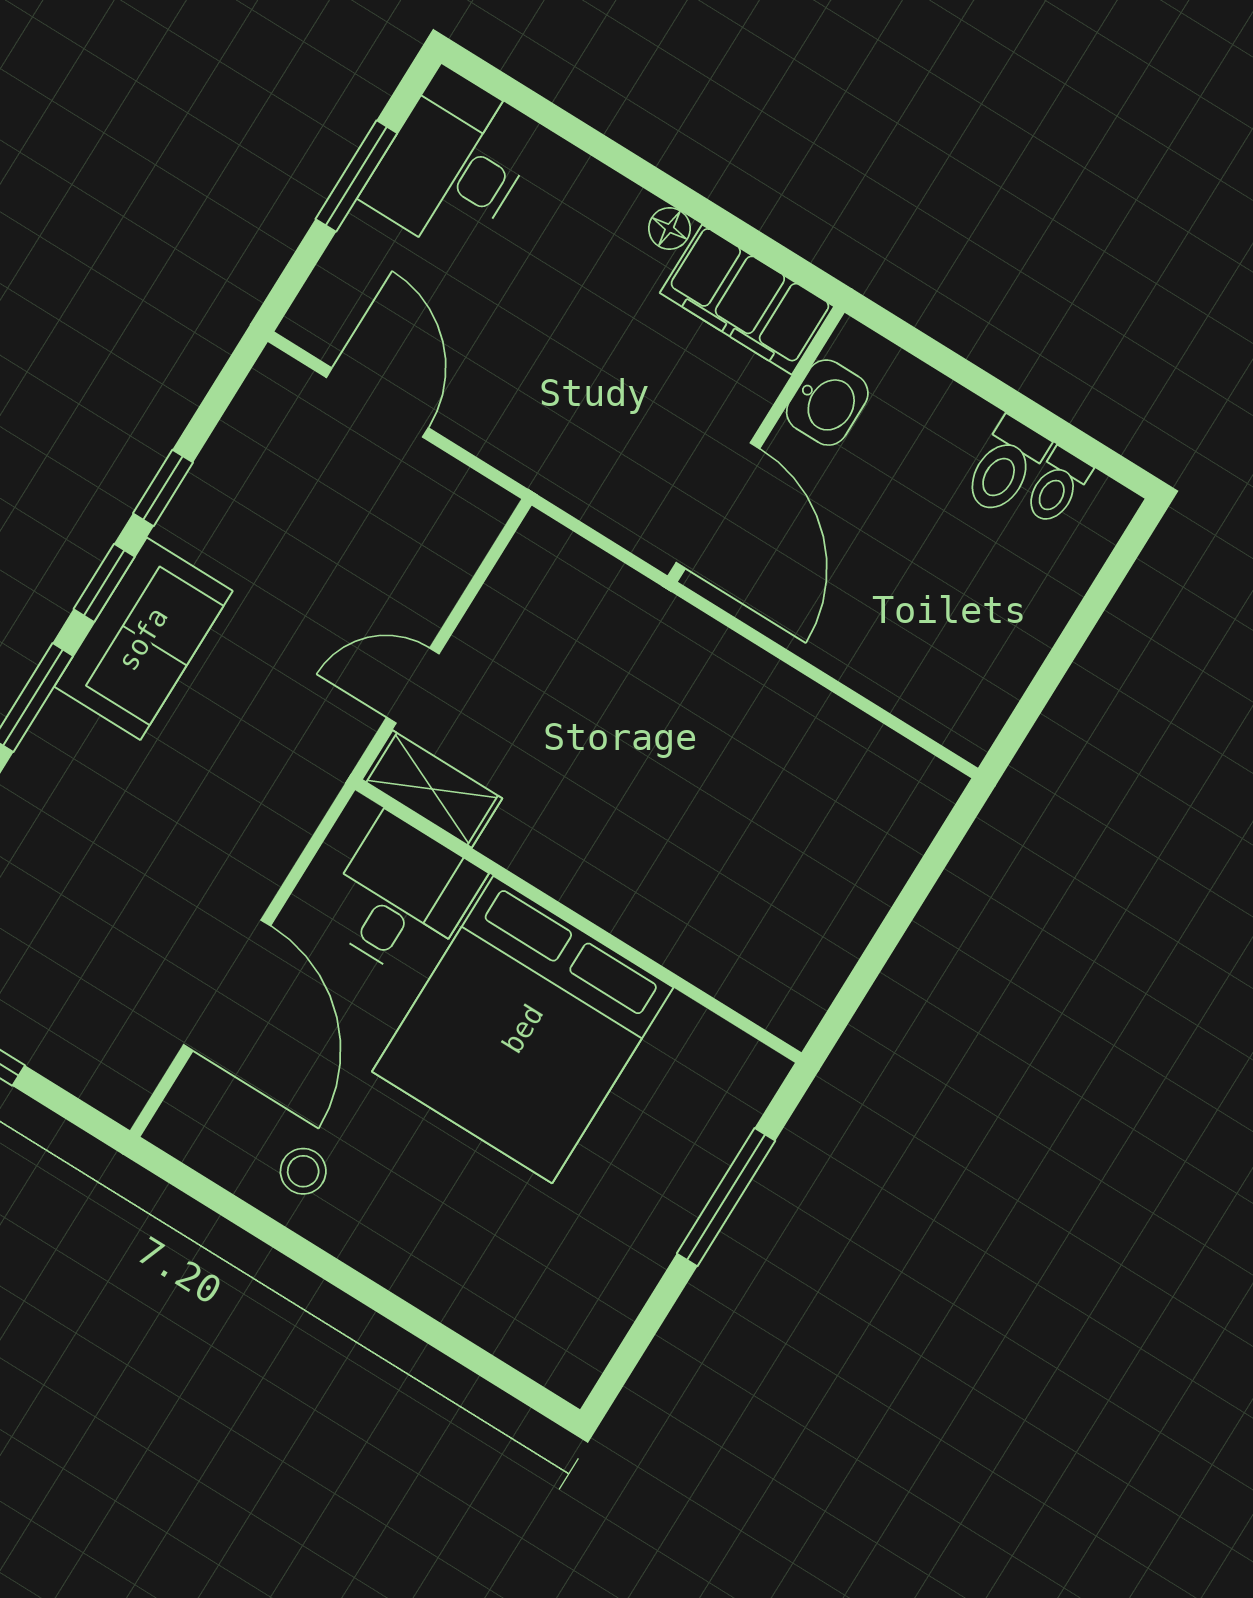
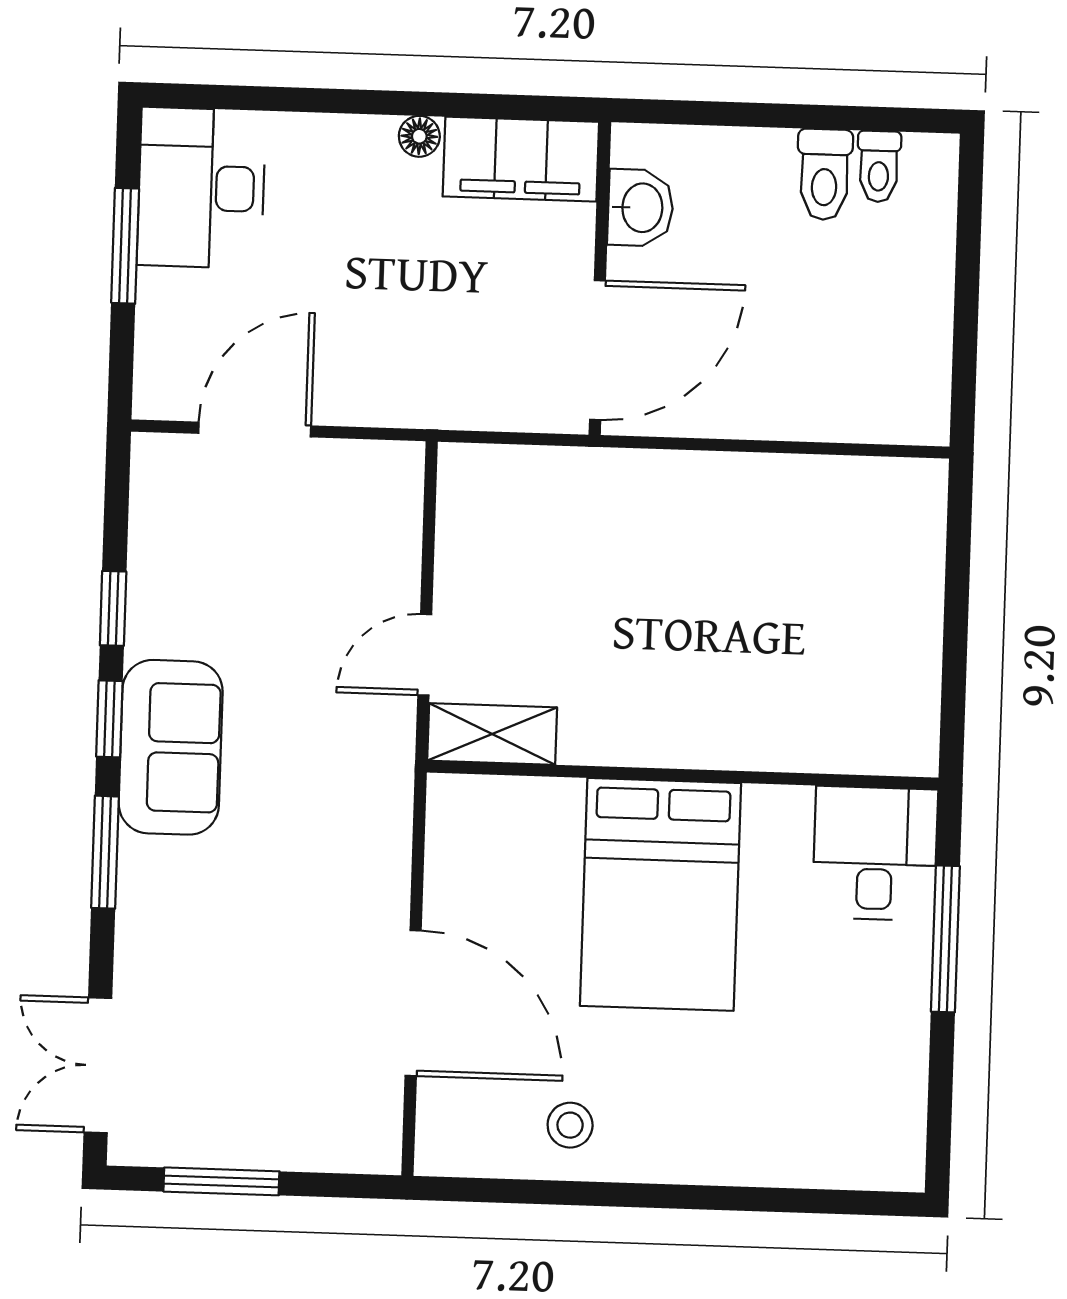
door: (377, 403) -> (255, 430), hinge flipped
door: (718, 506) -> (597, 350), hinge flipped
desk: (402, 897) -> (875, 853), moved
bed: (523, 1029) -> (660, 894), width x0.73

